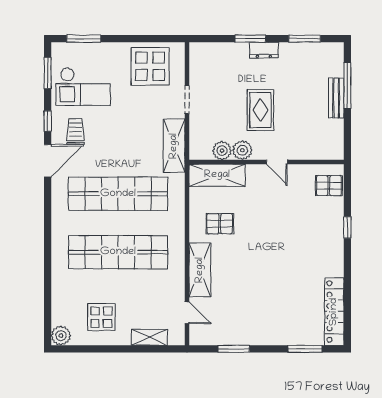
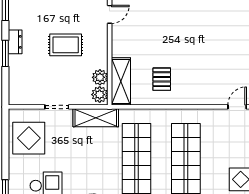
plant: (242, 150) -> (100, 95), moved
door: (277, 162) -> (110, 14), moved
shelving: (200, 270) -> (201, 96), removed

